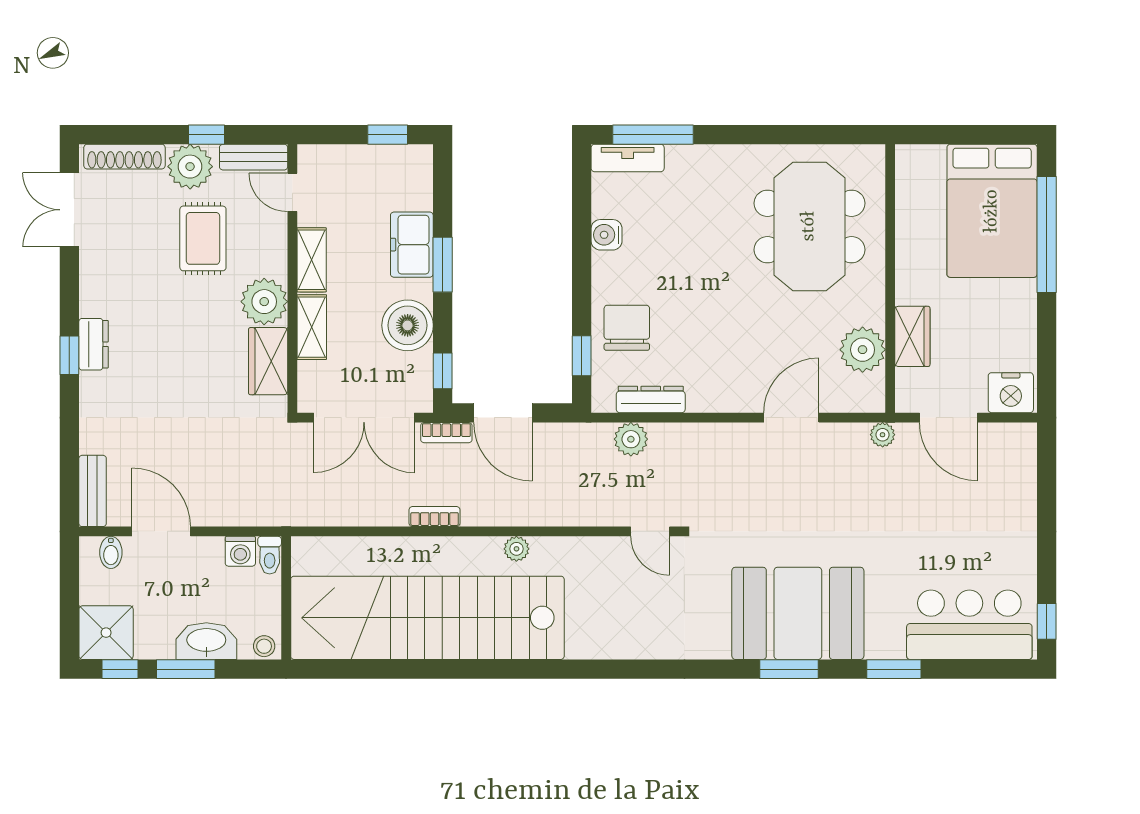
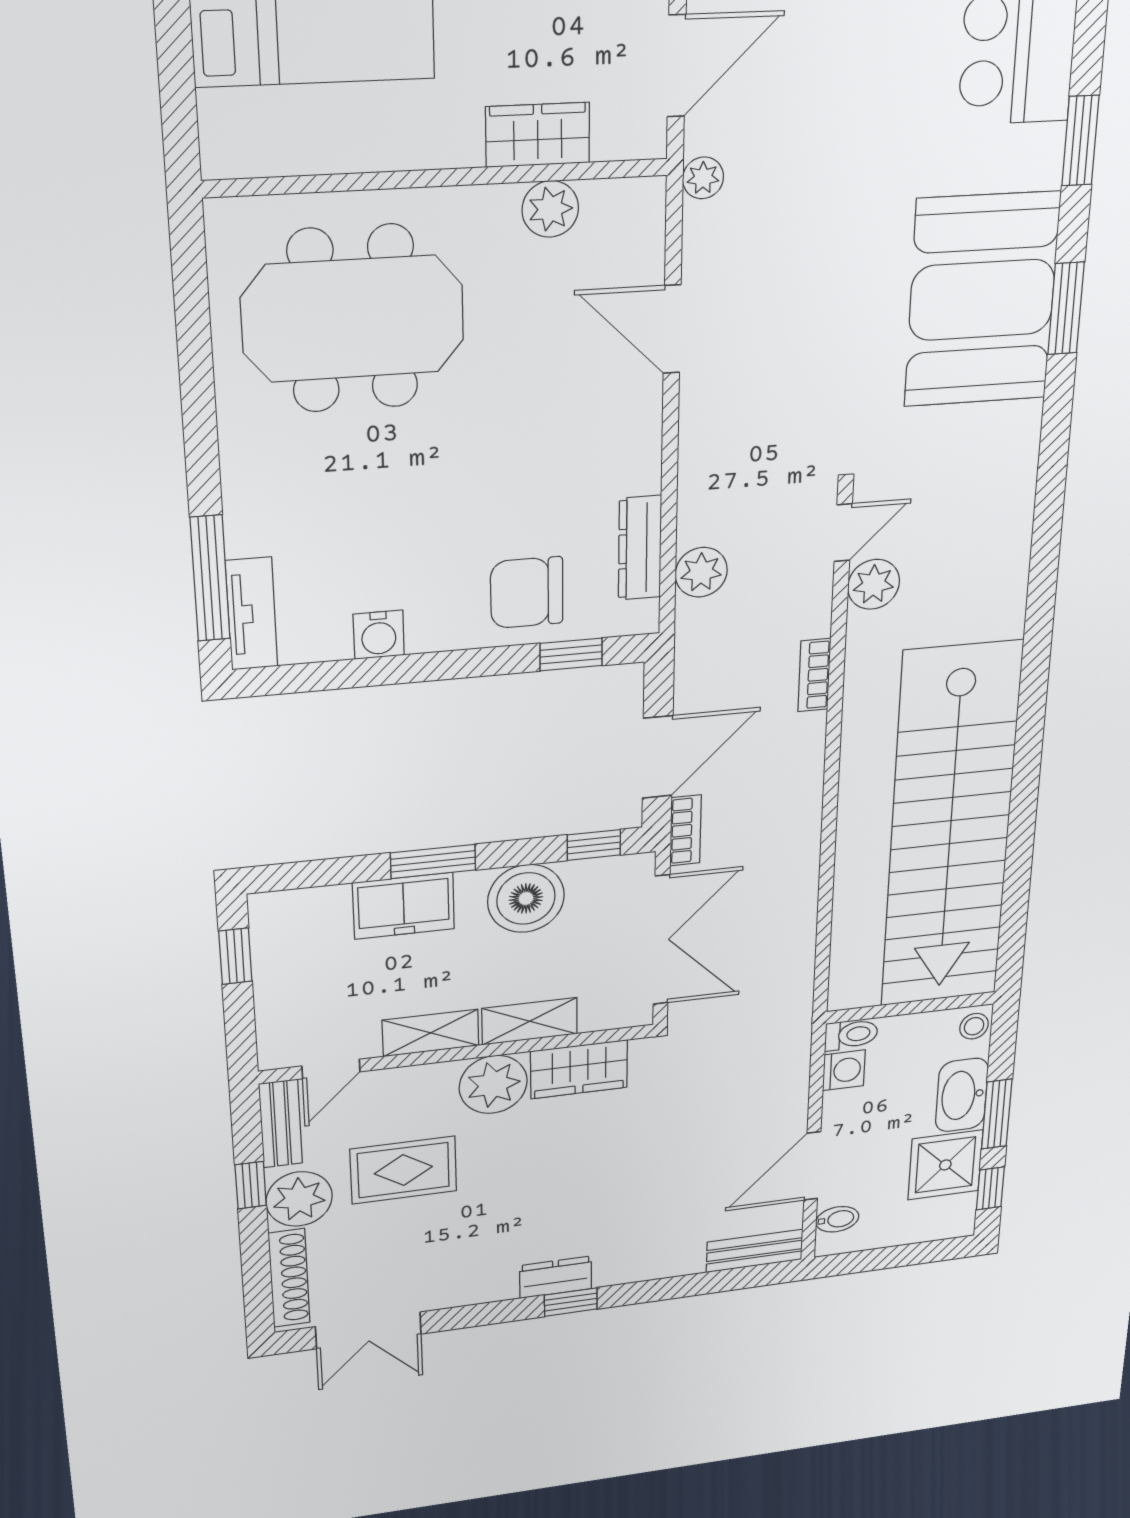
plant: (863, 350) -> (550, 209), width x0.73, depth x0.73
bookcase: (435, 517) -> (814, 675), moved
plant: (516, 549) -> (874, 584), moved, width x1.38, depth x1.38
shower: (106, 633) -> (945, 1165), moved

